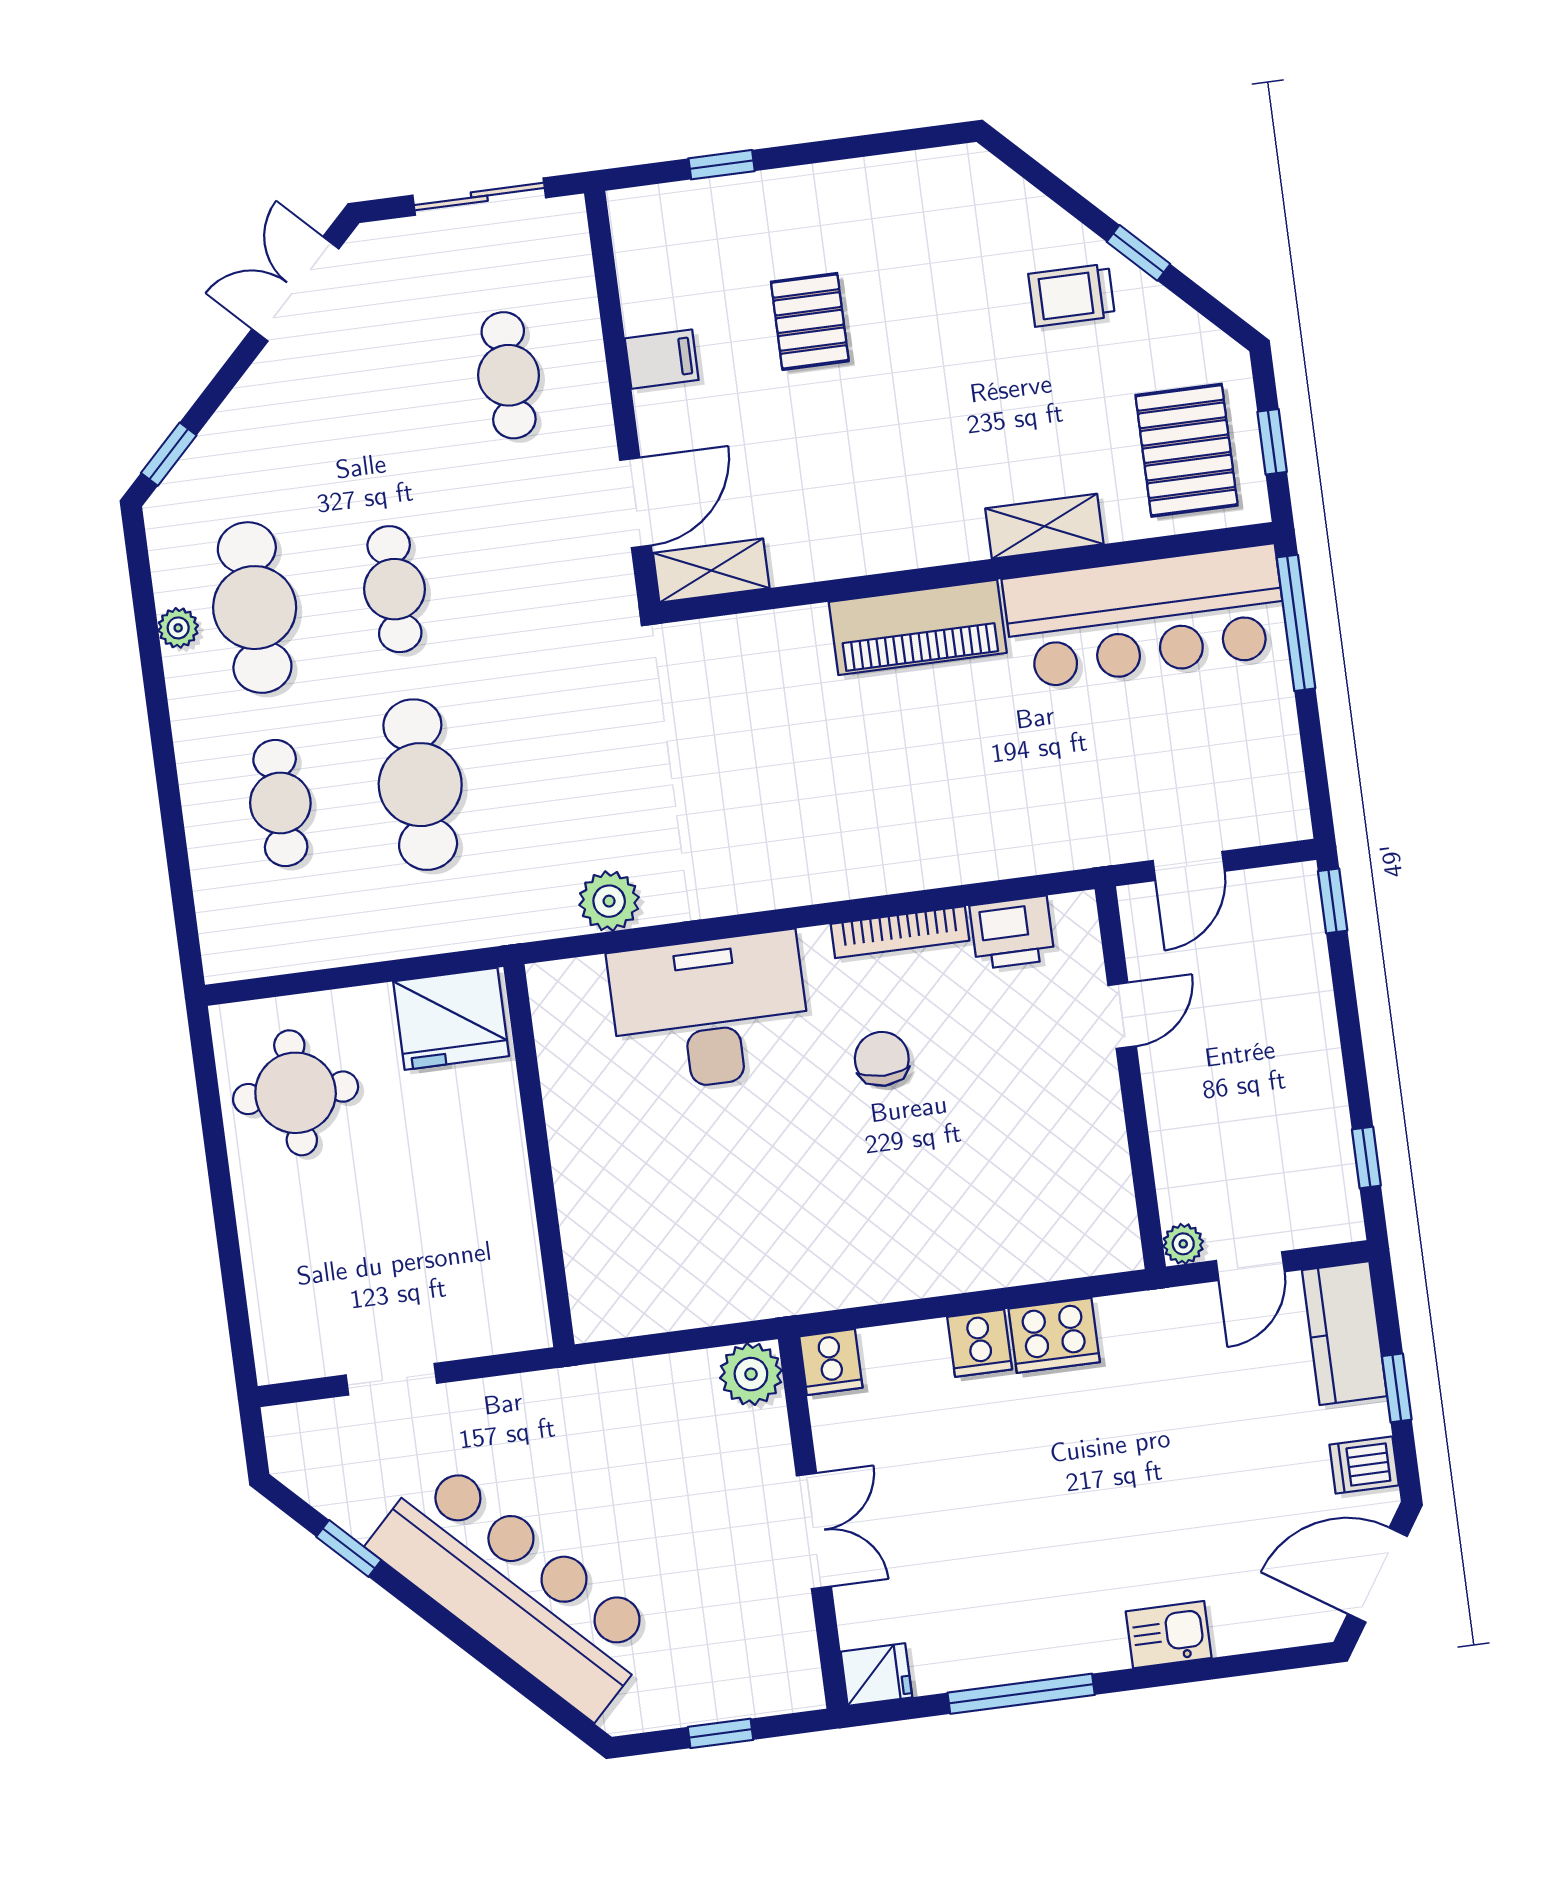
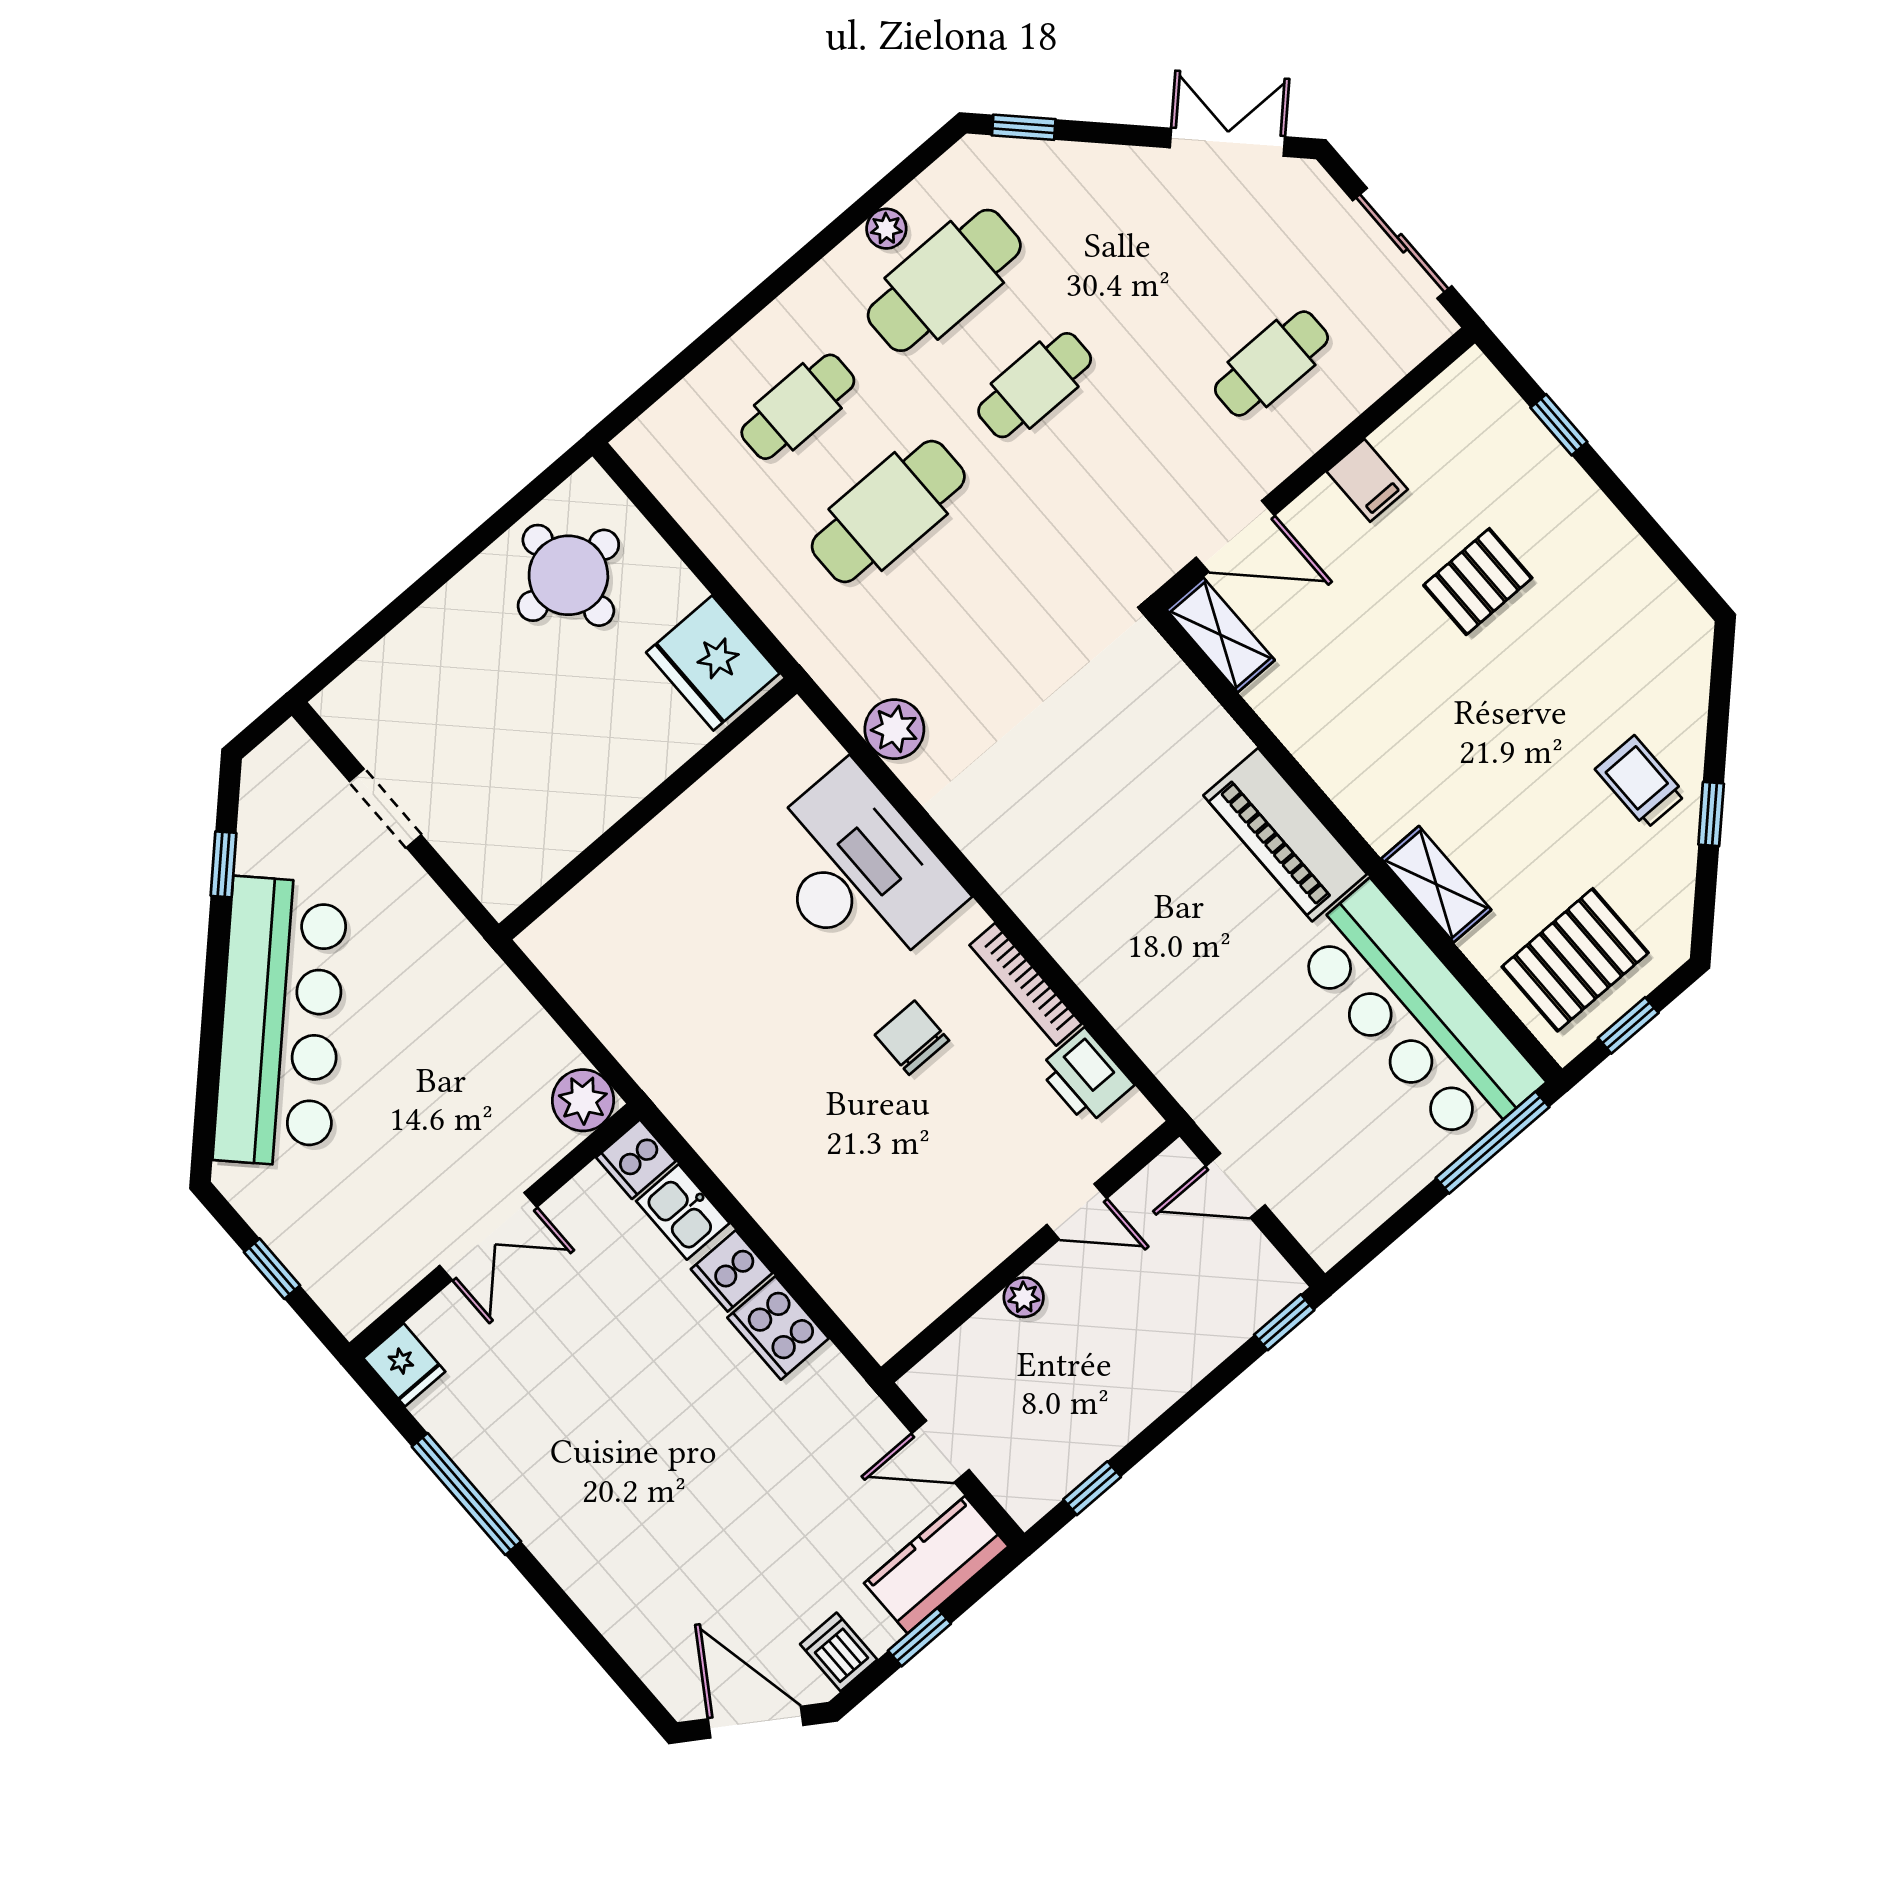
chair: (882, 1059) -> (912, 1038), turned -90
plant: (1183, 1244) -> (1024, 1297), moved
kitchen sink: (1169, 1635) -> (683, 1212), moved, turned 180

